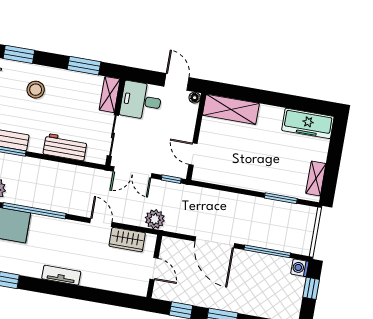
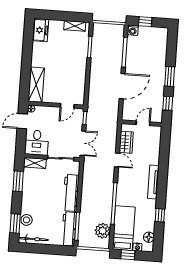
stool: (36, 90) -> (27, 220), moved
freezer: (308, 123) -> (40, 30), width x0.71
workbench: (65, 147) -> (71, 193), width x1.37
plant: (155, 219) -> (111, 126), removed
door: (101, 222) -> (117, 160), swing flipped
tv unit: (61, 275) -> (153, 182), width x1.41

